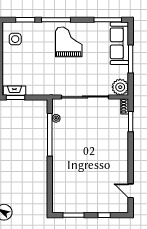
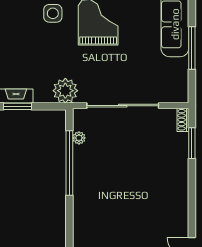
side table: (15, 39) -> (53, 13), moved
plant: (120, 87) -> (65, 91), moved

